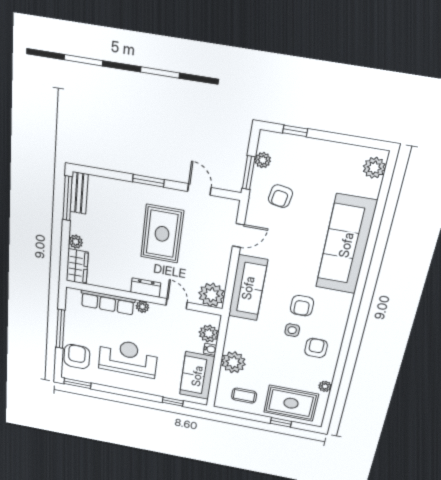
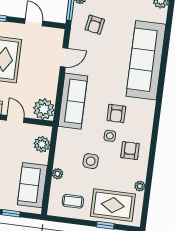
water cooler: (210, 349) -> (43, 159), removed
side table: (267, 356) -> (91, 161), added
plant: (233, 362) -> (58, 174), width x0.53, depth x0.53

